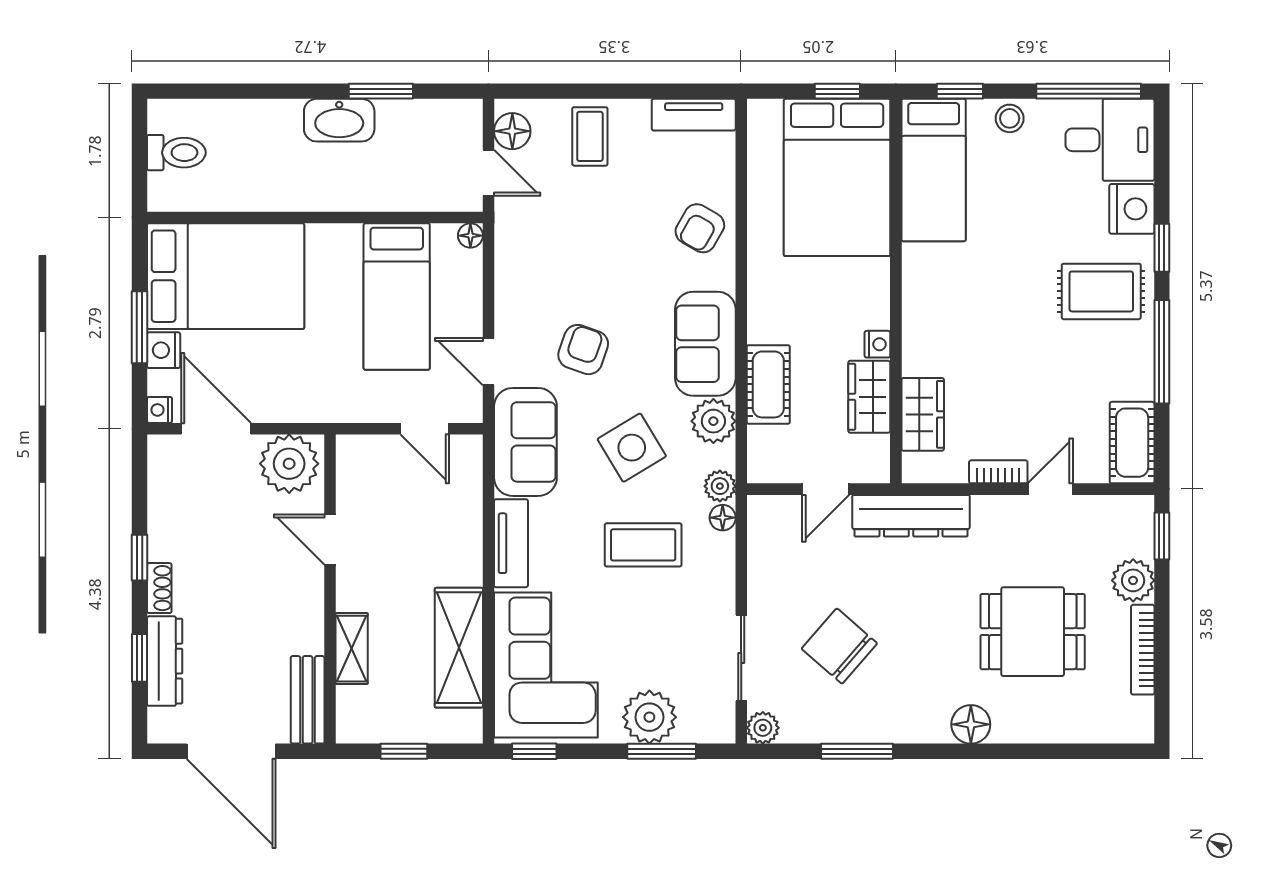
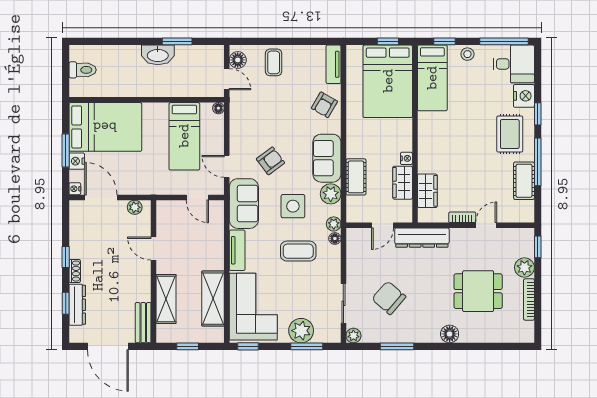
tv unit: (694, 115) -> (333, 64), moved, turned 90
rug: (1101, 291) -> (510, 134), turned 90
armchair: (583, 350) -> (270, 161), turned 34
cot: (1132, 443) -> (524, 181), moved
side table: (632, 448) -> (293, 206), turned 31
plant: (289, 464) -> (135, 207), width x0.53, depth x0.53
shelving: (352, 649) -> (166, 299), width x1.50, depth x1.33

